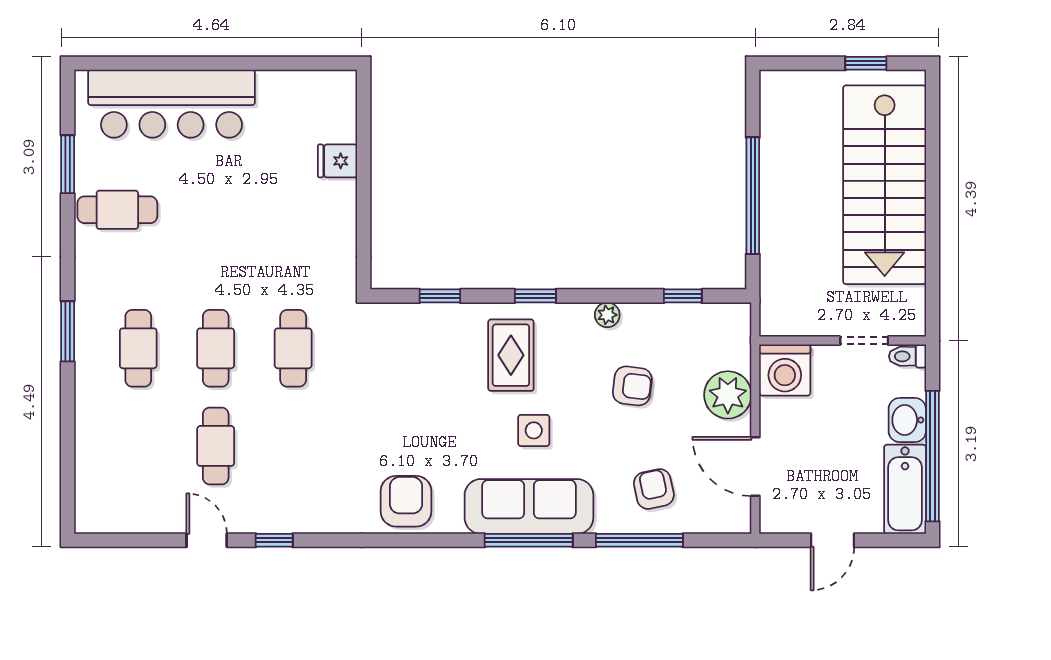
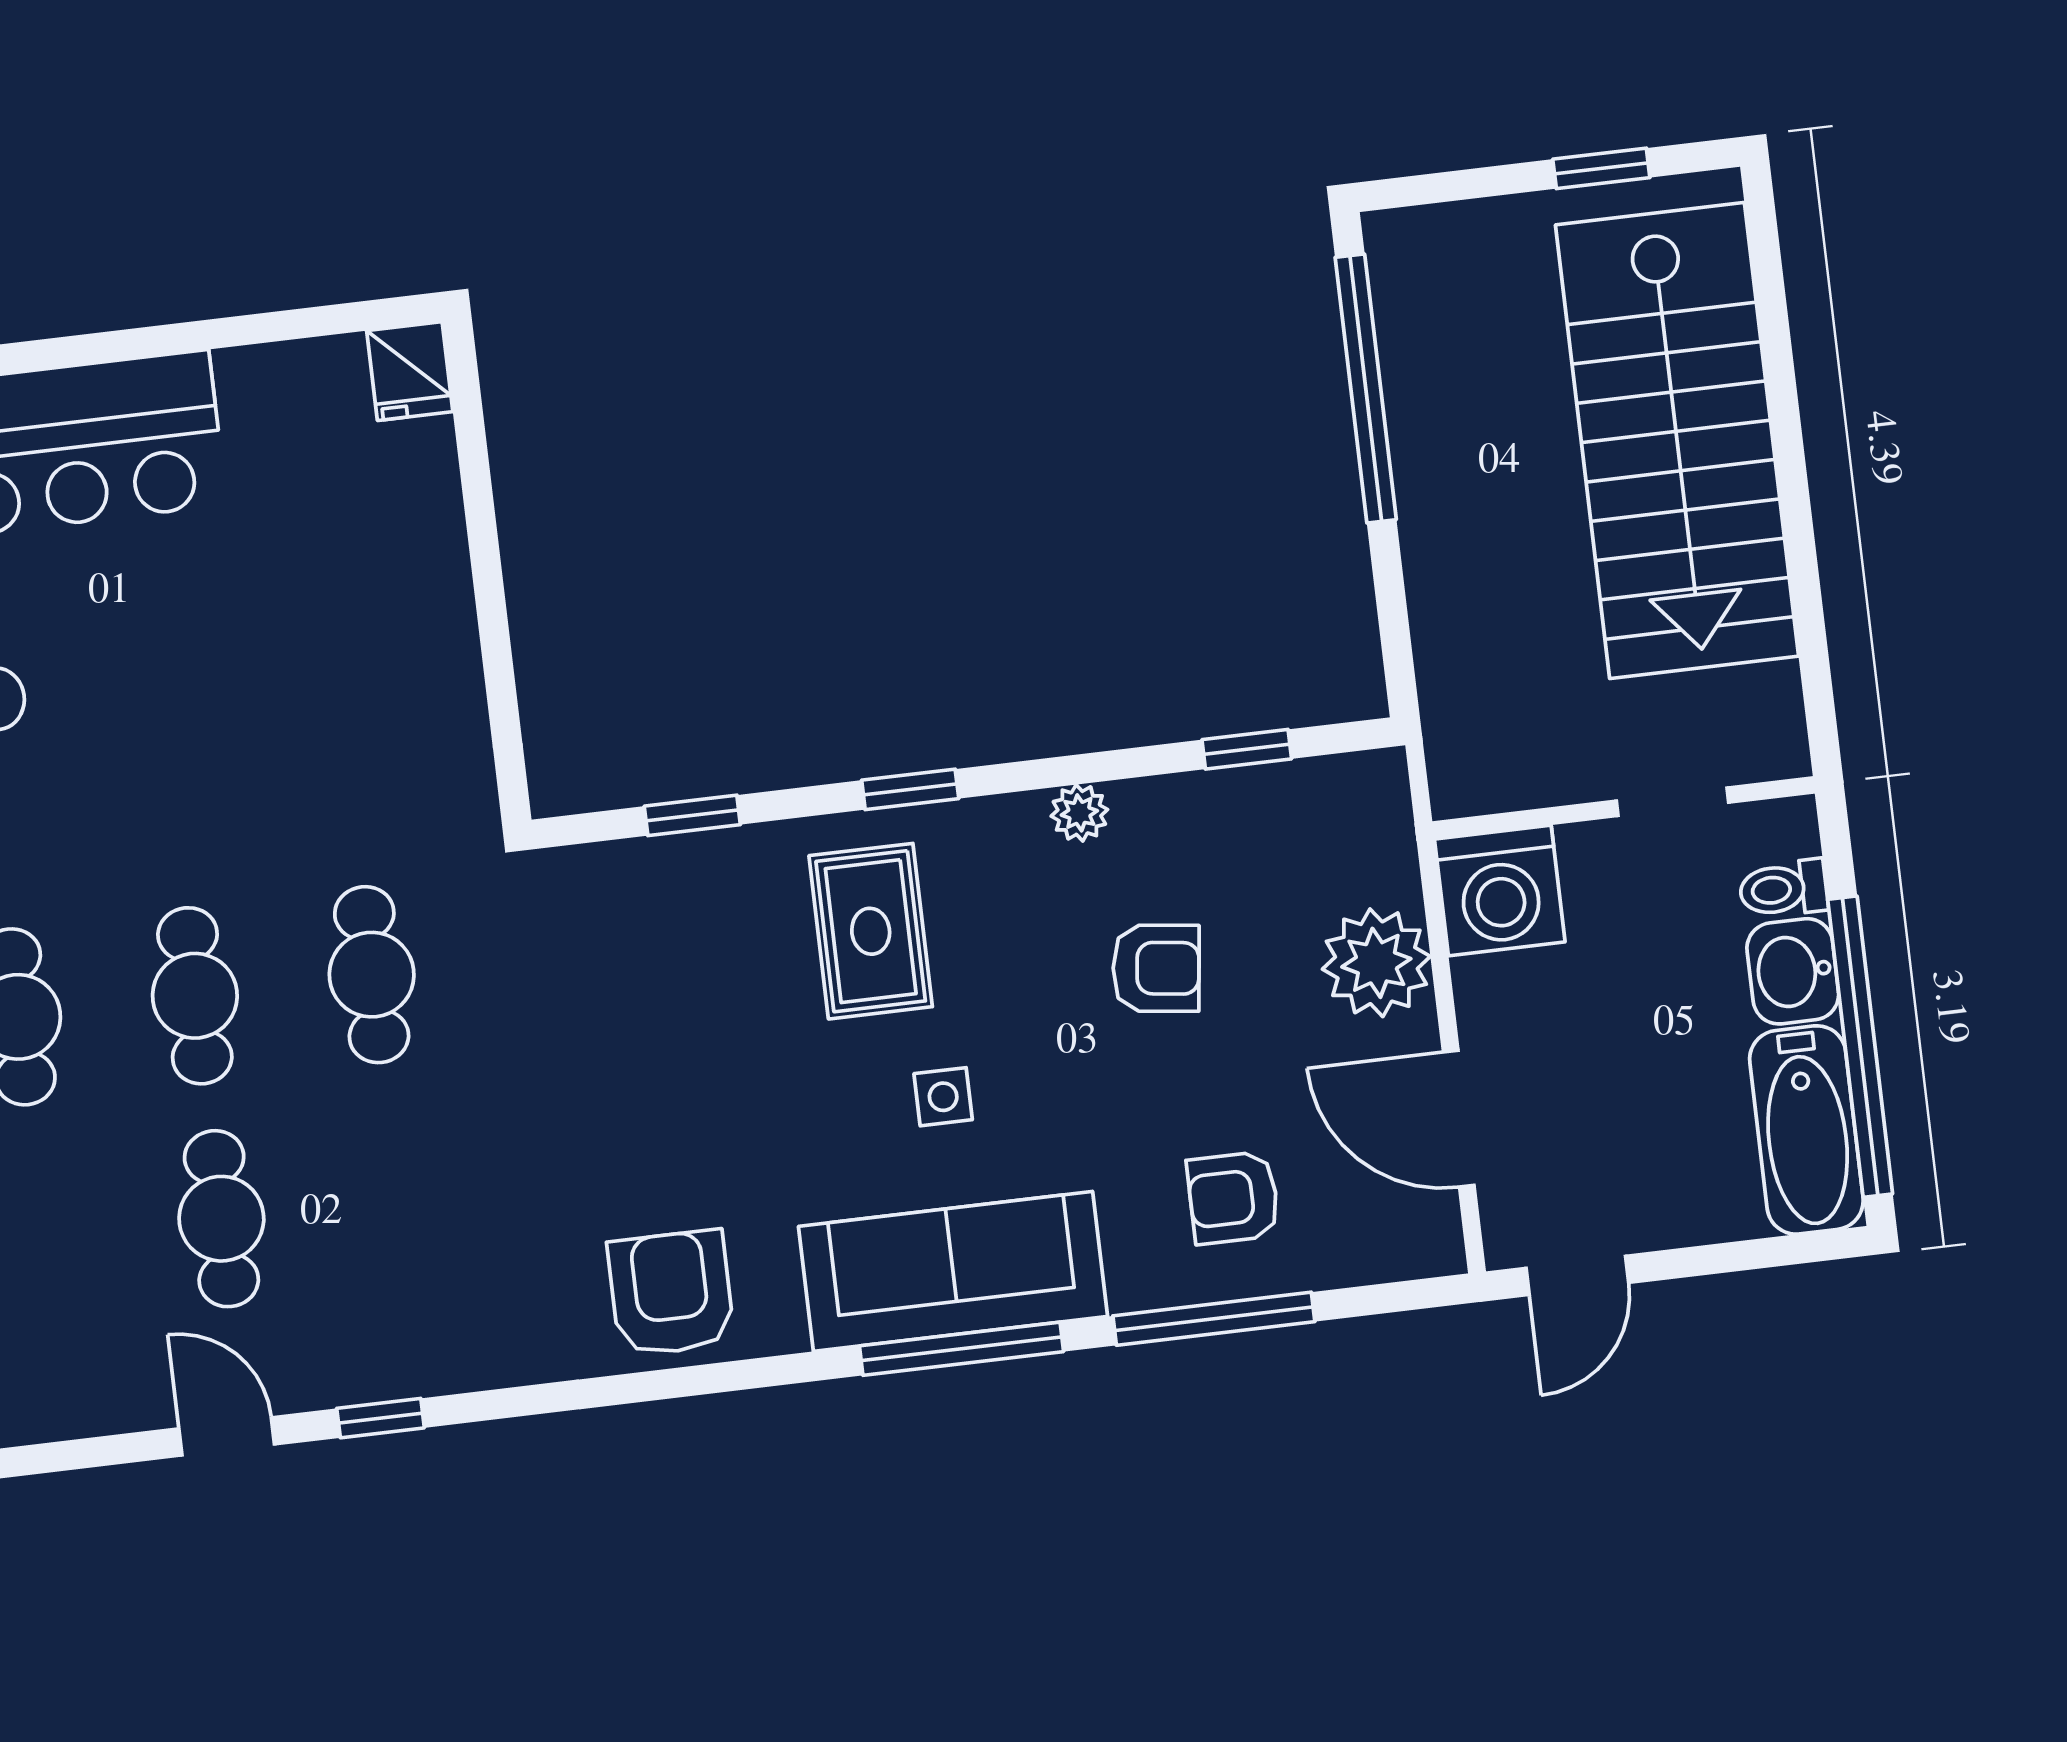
fridge: (338, 161) -> (410, 371), moved, turned -90
window: (753, 196) -> (1366, 388), moved
toilet: (907, 356) -> (1783, 889), moved
side table: (534, 430) -> (943, 1097), width x0.73, depth x0.73
armchair: (654, 489) -> (1233, 1198), turned -78
door: (832, 540) -> (1577, 1275), moved

